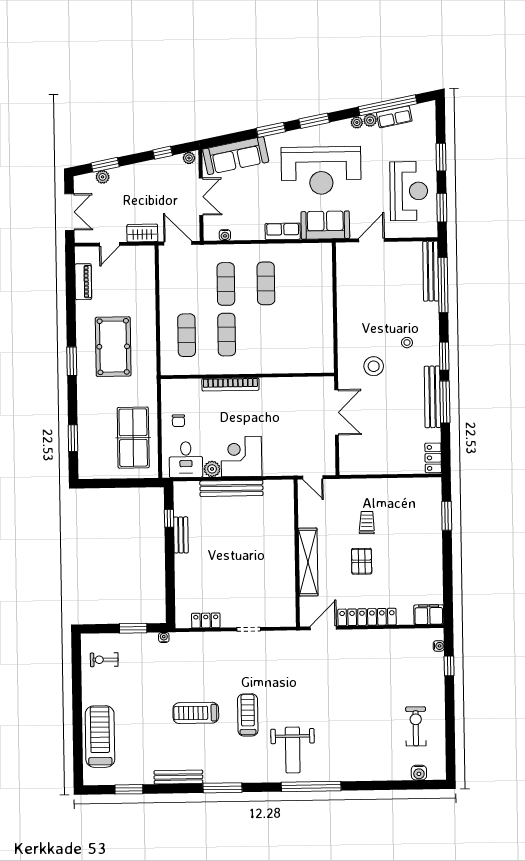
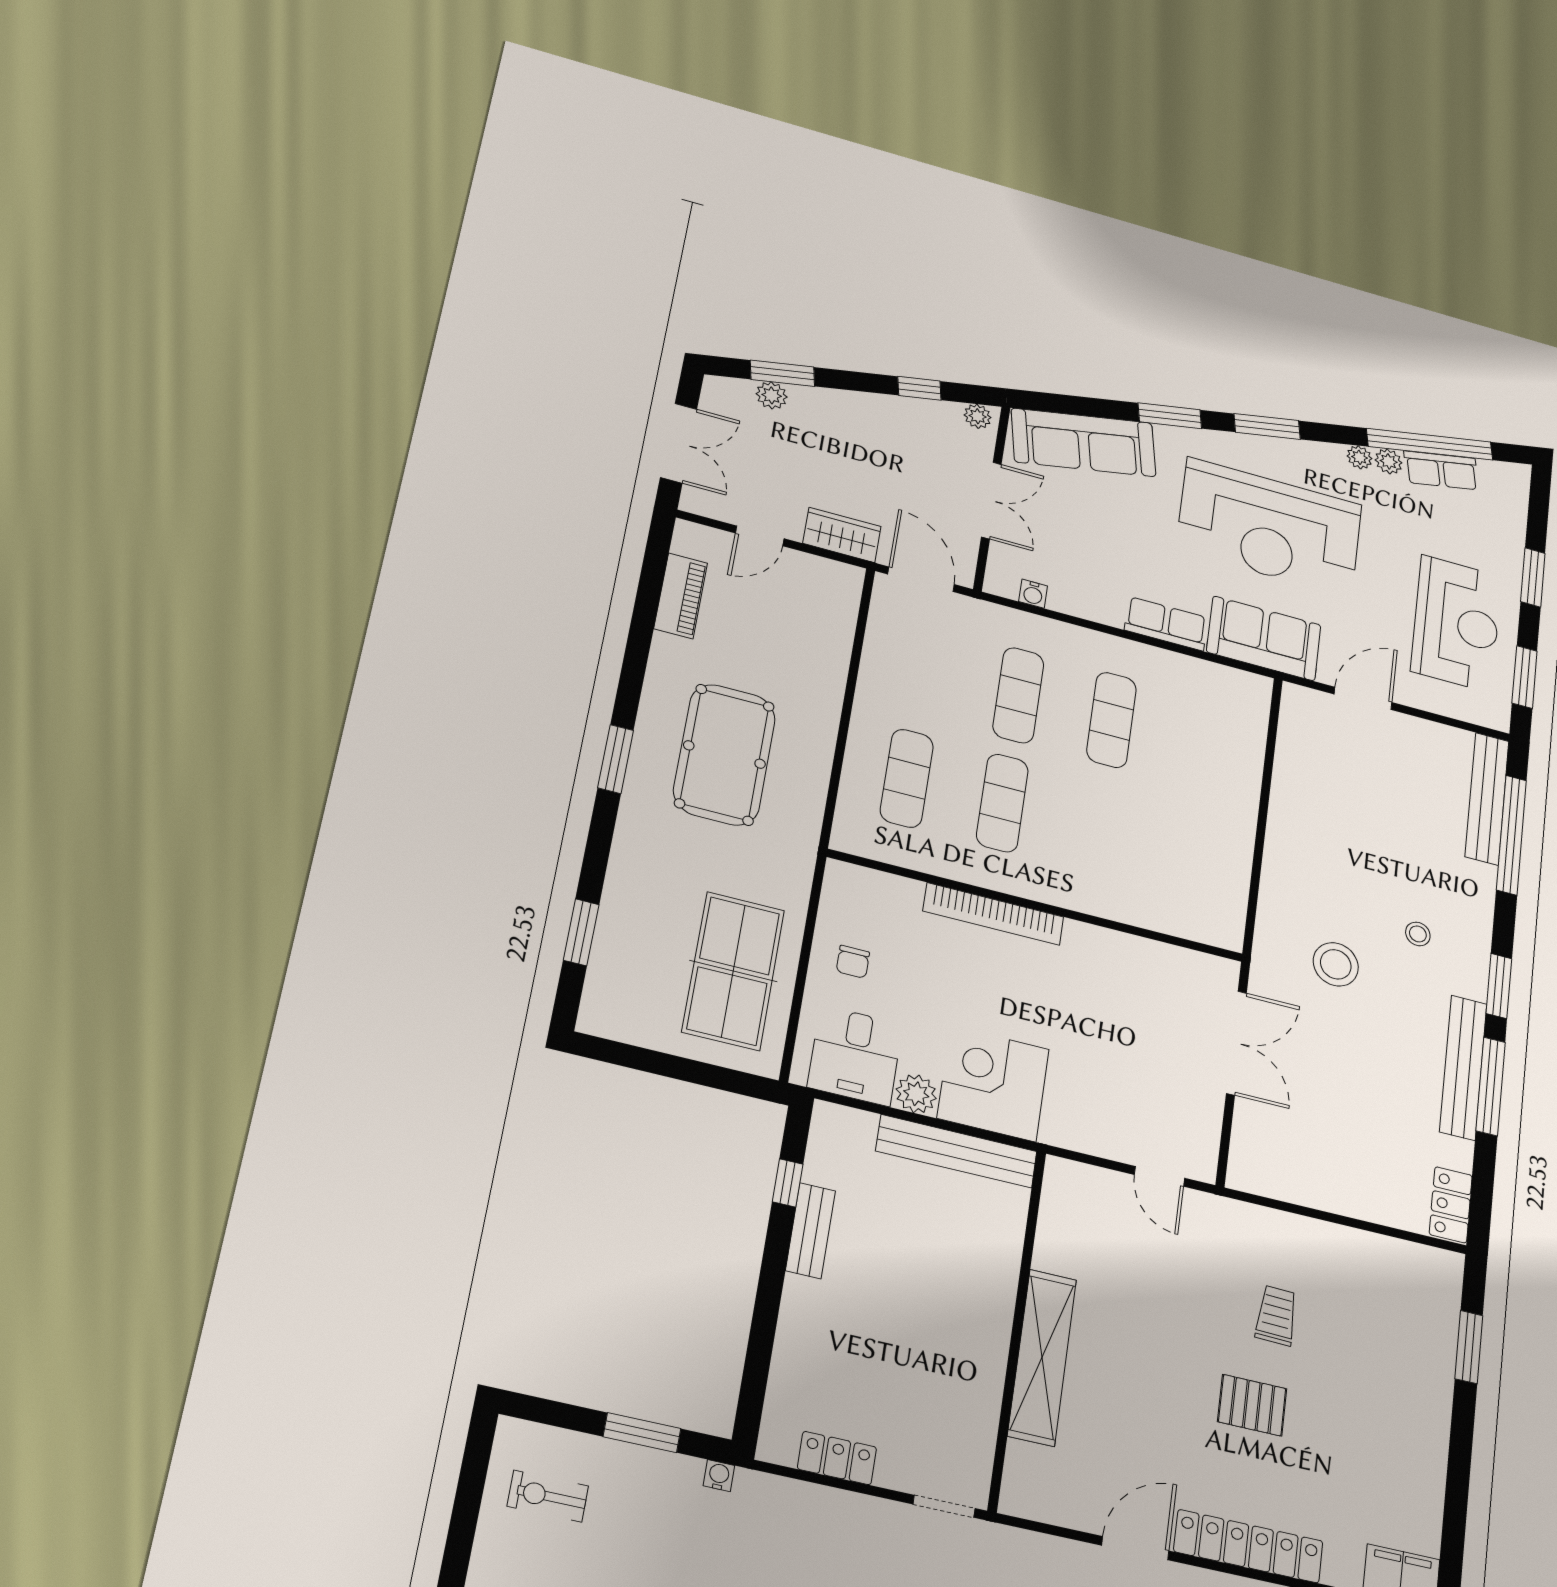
wall: (297, 553) -> (1017, 1328), moved
pallet: (362, 561) -> (1252, 1405), turned 90
shelving: (308, 562) -> (1042, 1357), moved

